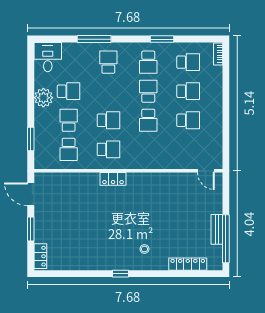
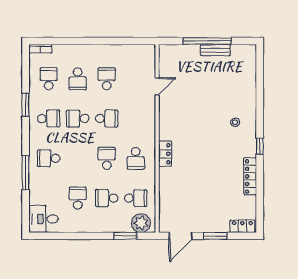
school desk: (188, 91) -> (78, 79), turned 180
plant: (43, 98) -> (141, 223), moved
school desk: (108, 149) -> (136, 158), turned 180
door: (206, 171) -> (157, 86), moved
window: (226, 239) -> (207, 41), moved
locker: (188, 264) -> (250, 176), moved

